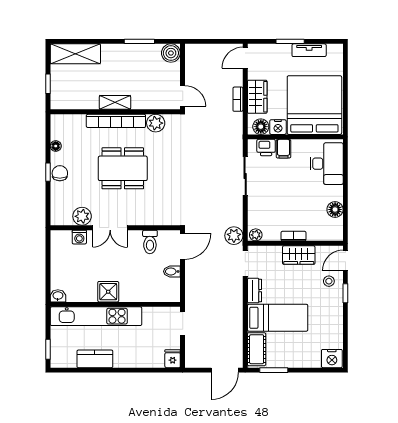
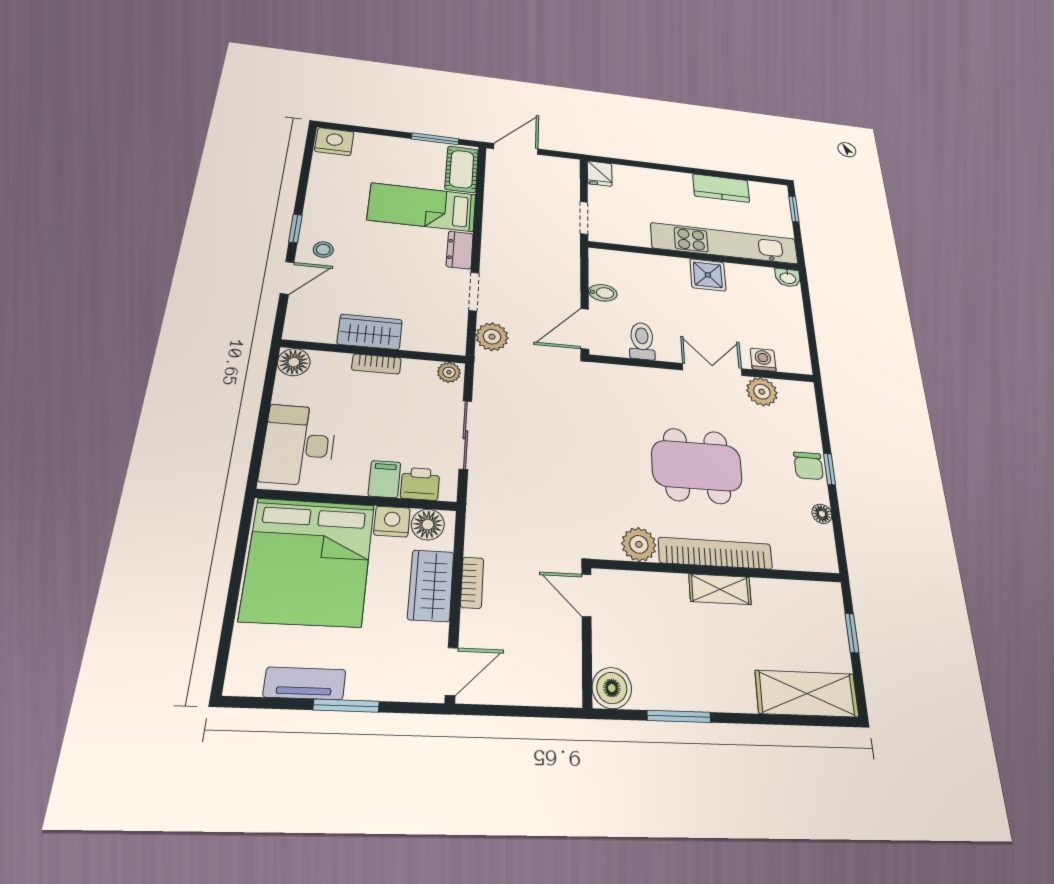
plant: (256, 235) -> (449, 372), moved
bookcase: (294, 236) -> (376, 364), moved
wall: (295, 243) -> (374, 352), moved
wardrobe: (299, 255) -> (370, 332), moved

